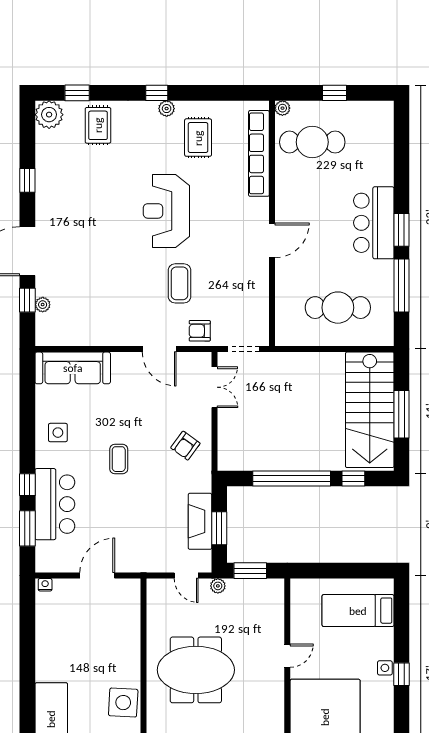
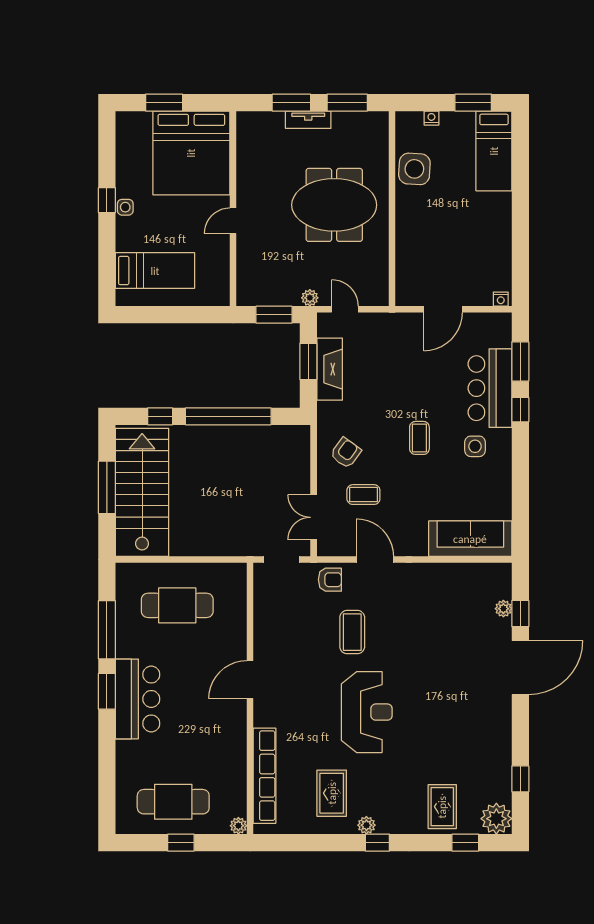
cafe table: (312, 142) -> (173, 802), moved
window: (27, 180) -> (520, 779), moved
coffee table: (169, 408) -> (363, 495), added
side table: (58, 433) -> (475, 446), moved

